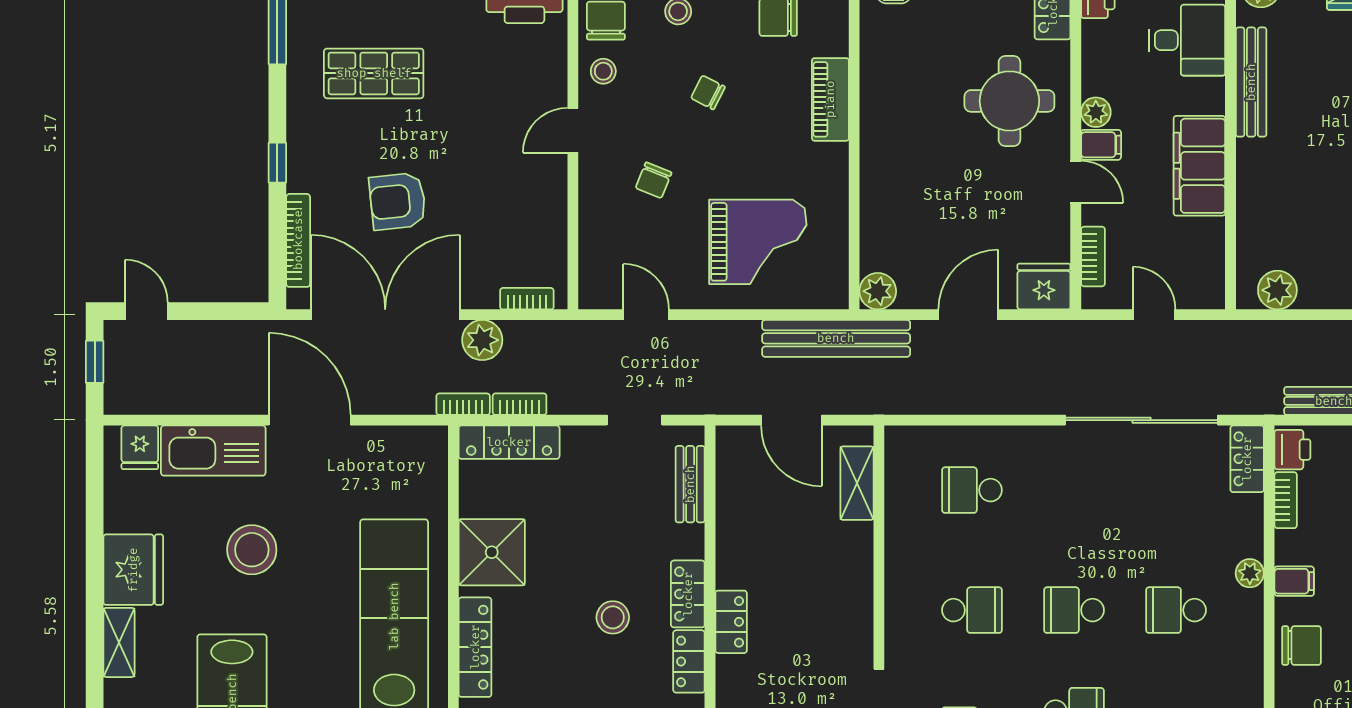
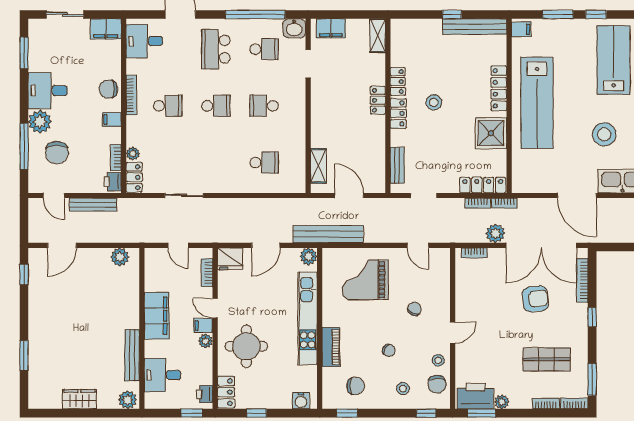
kitchen unit: (880, 160) -> (308, 318), added
sliding door: (1141, 420) -> (184, 196), width x0.54
plant: (1250, 573) -> (133, 154), moved
bookcase: (1253, 633) -> (131, 95), added

